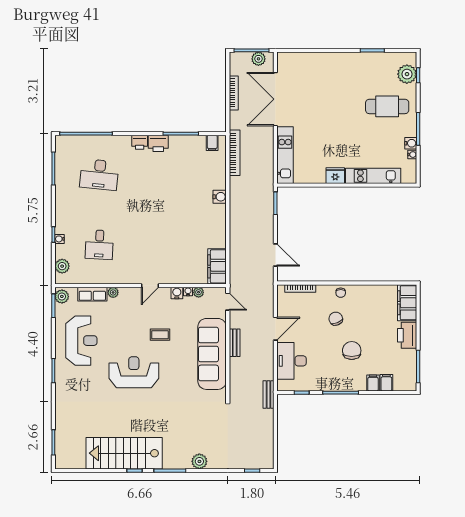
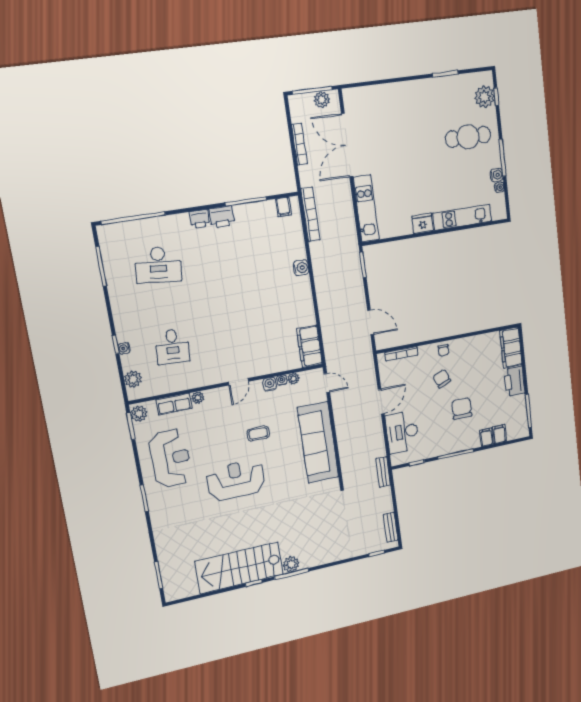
bench: (235, 343) -> (391, 527), moved
plant: (199, 461) -> (291, 564), moved

